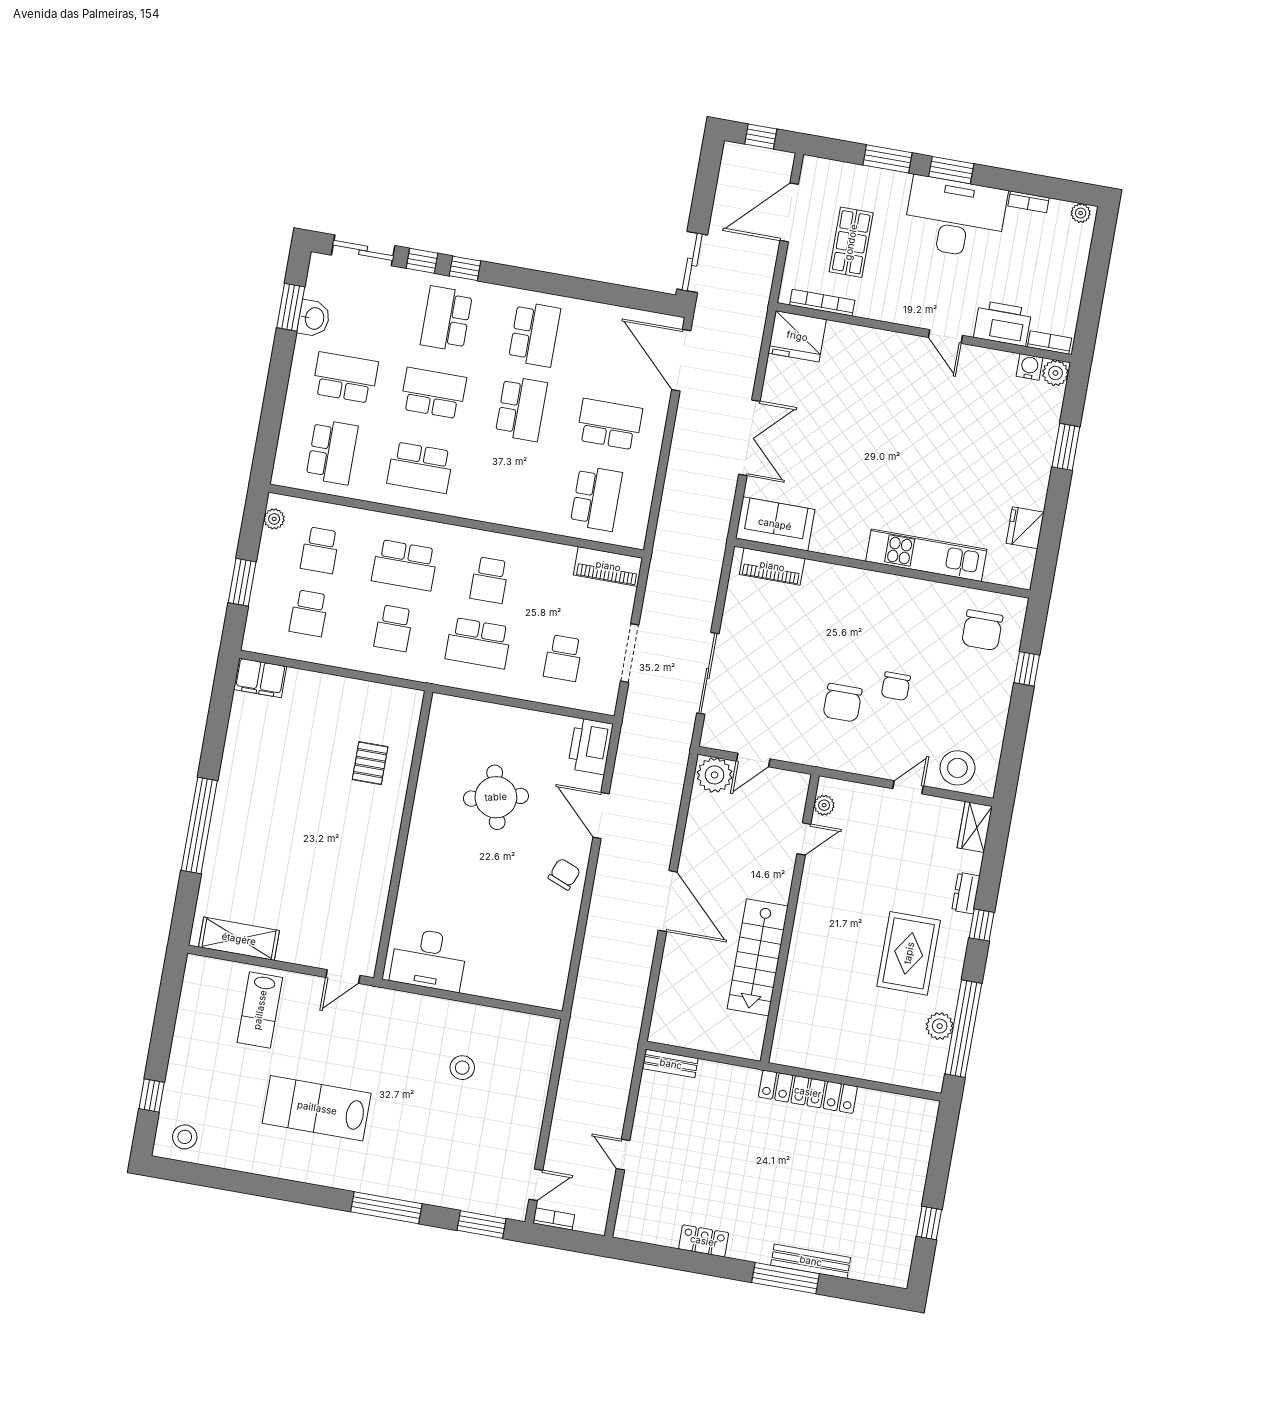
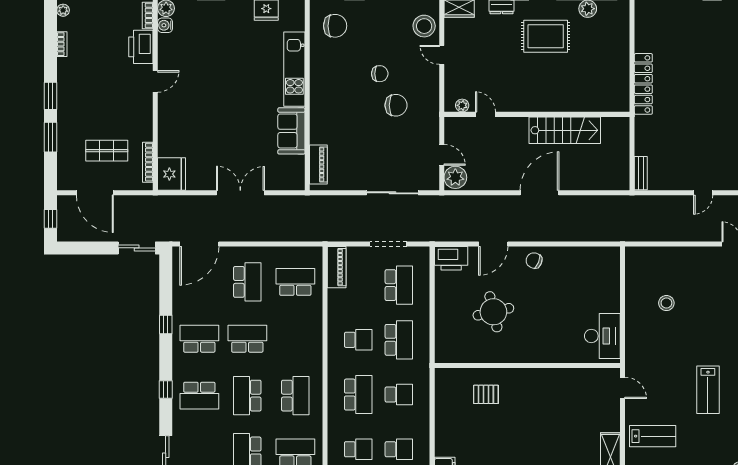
desk: (955, 218) -> (80, 88), removed
window: (422, 261) -> (166, 325), moved
school desk: (609, 424) -> (247, 282), turned 180
sofa: (775, 524) -> (291, 131), moved
school desk: (563, 658) -> (399, 285), width x1.85
lab bench: (317, 1108) -> (708, 390), width x0.73, depth x0.72

